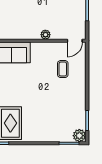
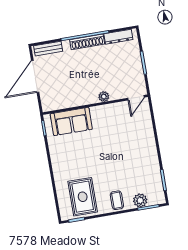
coffee table: (63, 69) -> (117, 200), moved
plant: (79, 136) -> (140, 200), moved

